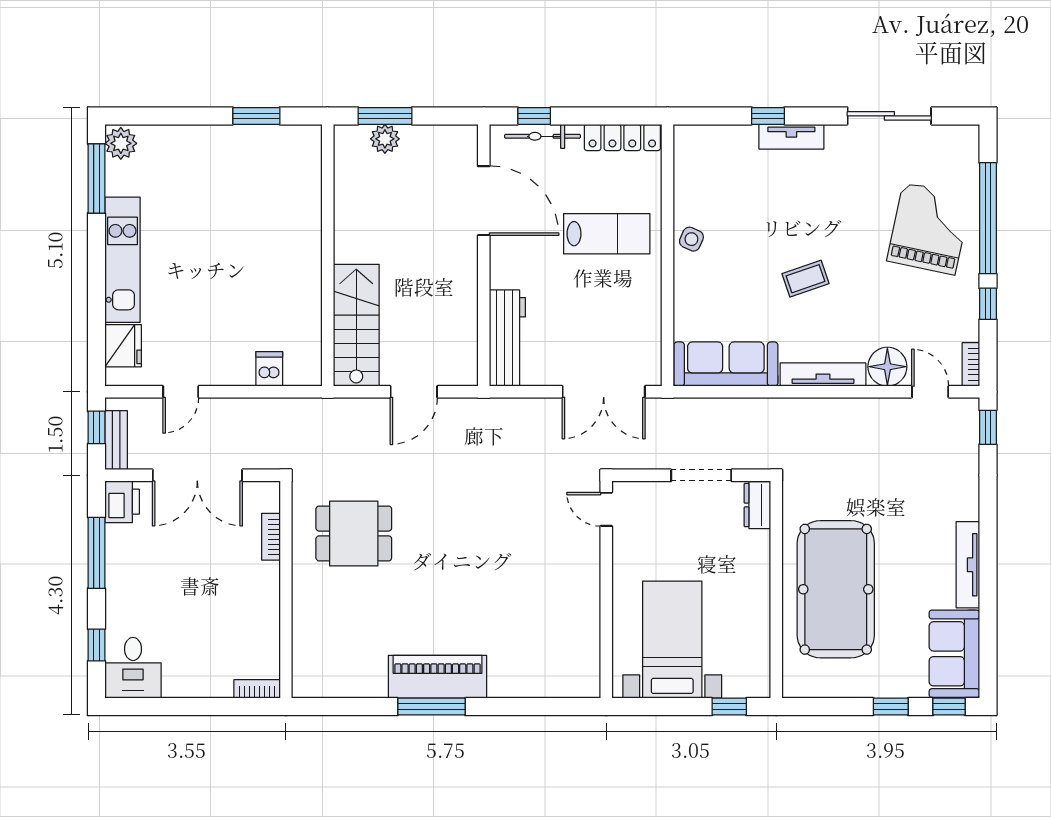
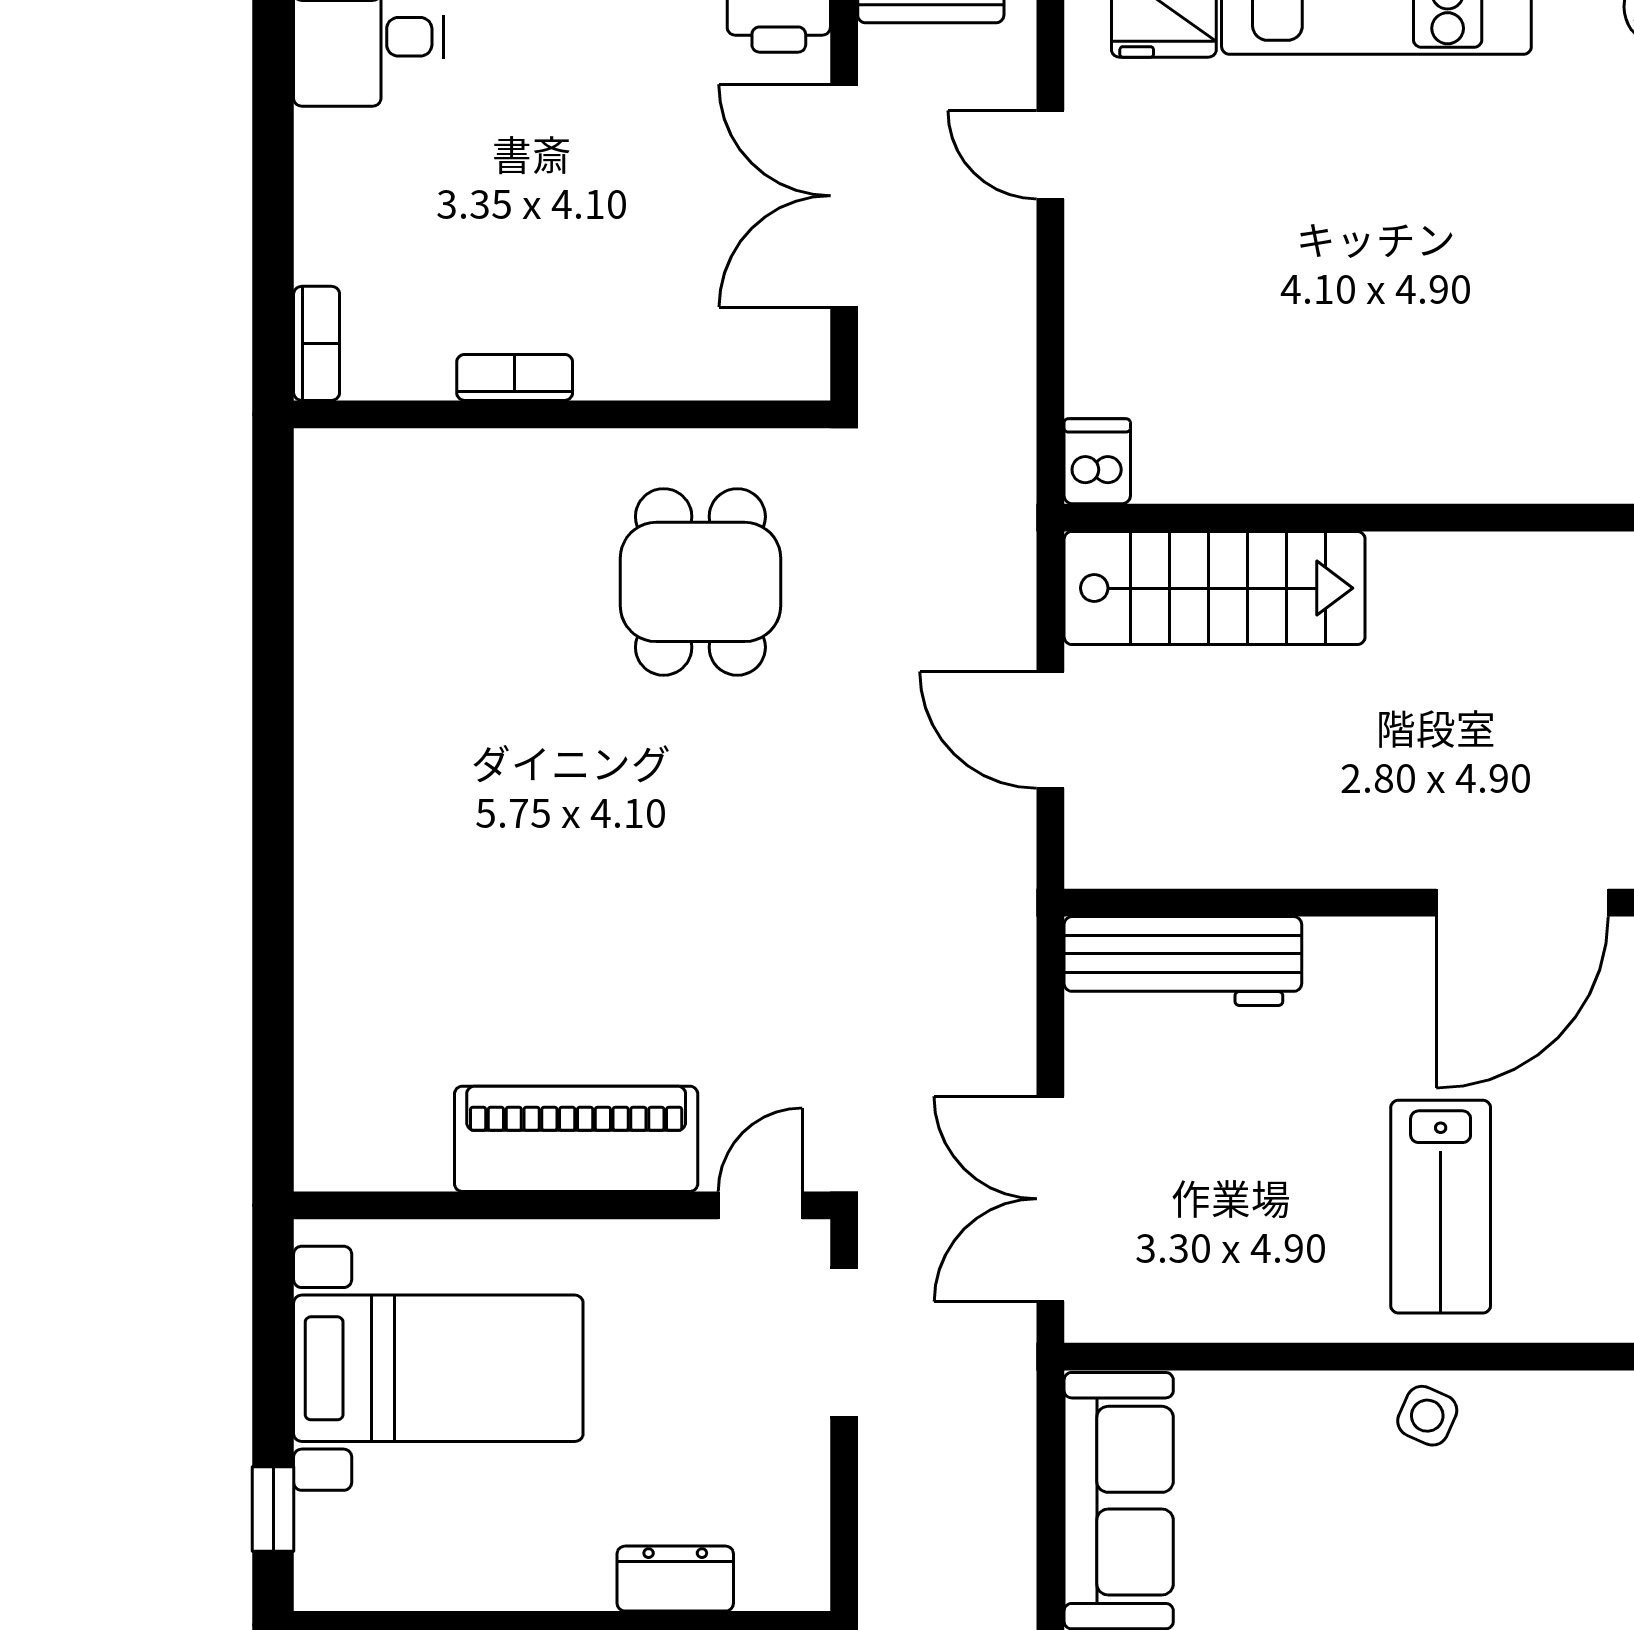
dishwasher: (269, 369) -> (1097, 461), moved, turned -90
doorway: (701, 475) -> (844, 1342), moved
dresser: (757, 505) -> (675, 1579), moved
bookcase: (271, 537) -> (515, 377), moved
piano: (437, 677) -> (576, 1139), moved, turned -90
window: (431, 707) -> (273, 774), removed

